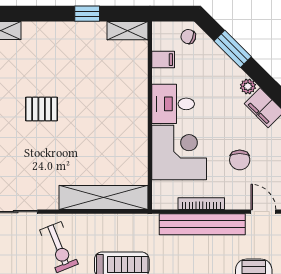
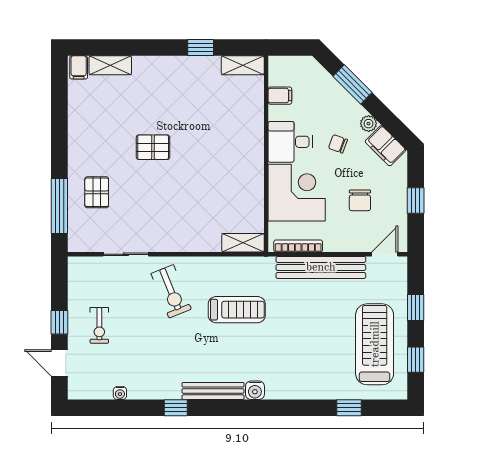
chair: (188, 37) -> (338, 144), moved
shelving: (104, 197) -> (243, 243), width x0.45, depth x0.75
bookcase: (201, 204) -> (298, 246), moved
door: (263, 212) -> (385, 254), hinge flipped

